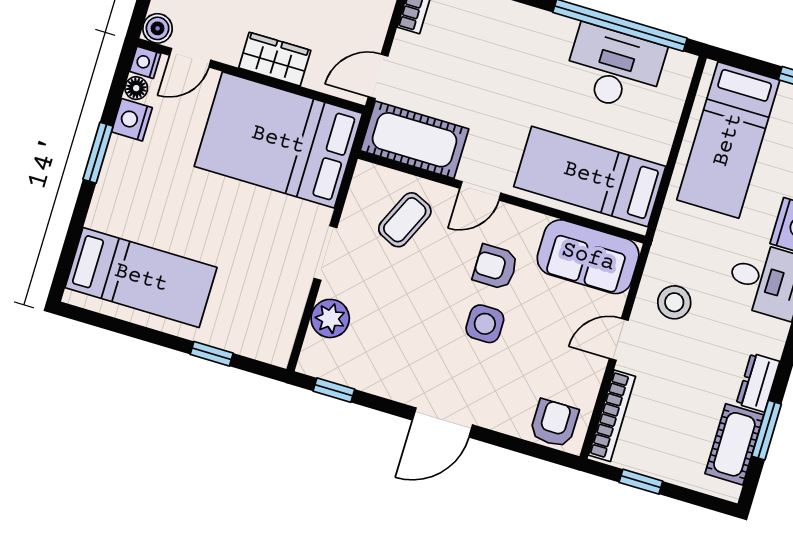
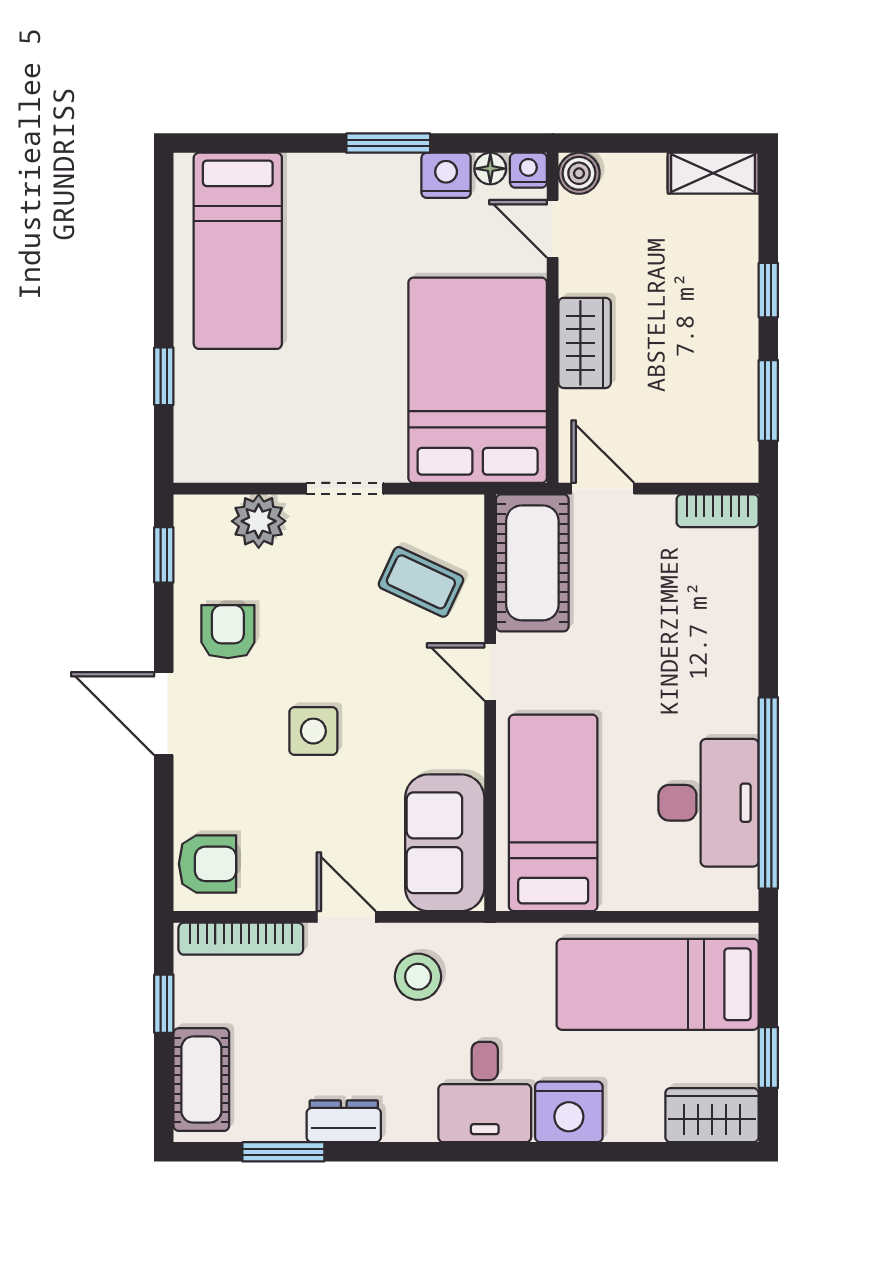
armchair: (495, 267) -> (228, 632), moved
cot: (734, 444) -> (201, 1080), moved, turned 90

